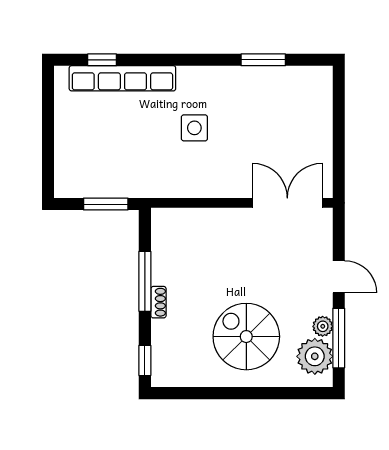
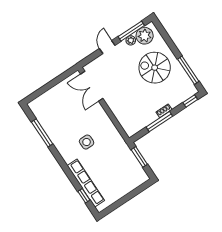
window: (263, 60) -> (42, 133), width x1.44
spiral stairs: (246, 337) -> (155, 68), turned 90
window: (202, 393) -> (188, 70), added

